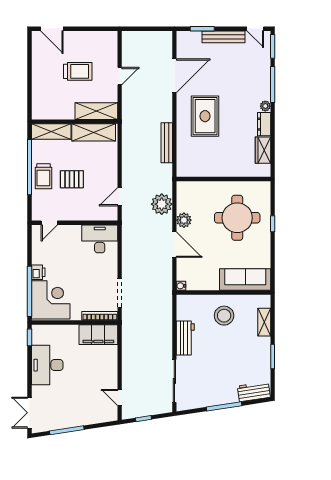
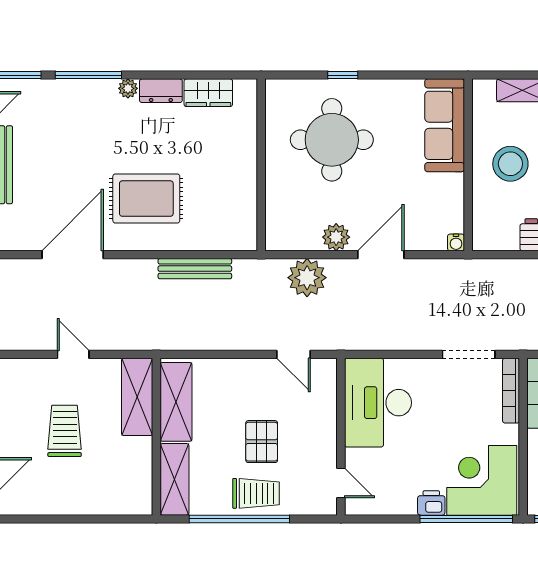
door: (174, 76) -> (73, 255), hinge flipped
desk: (100, 239) -> (378, 403), width x1.36, depth x1.30

